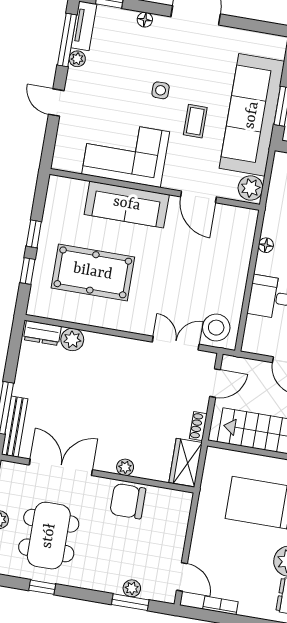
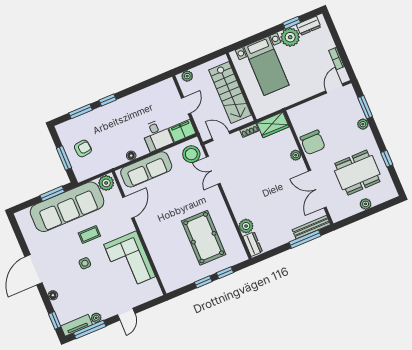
sofa: (127, 204) -> (146, 169), moved, turned 90
filing cabinet: (255, 335) -> (182, 131), added
plant: (132, 588) -> (363, 124), moved

